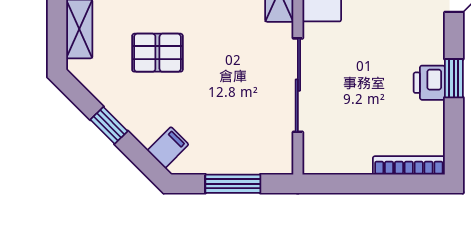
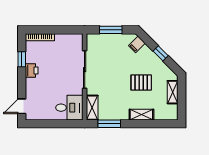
window: (454, 78) -> (22, 59), moved

